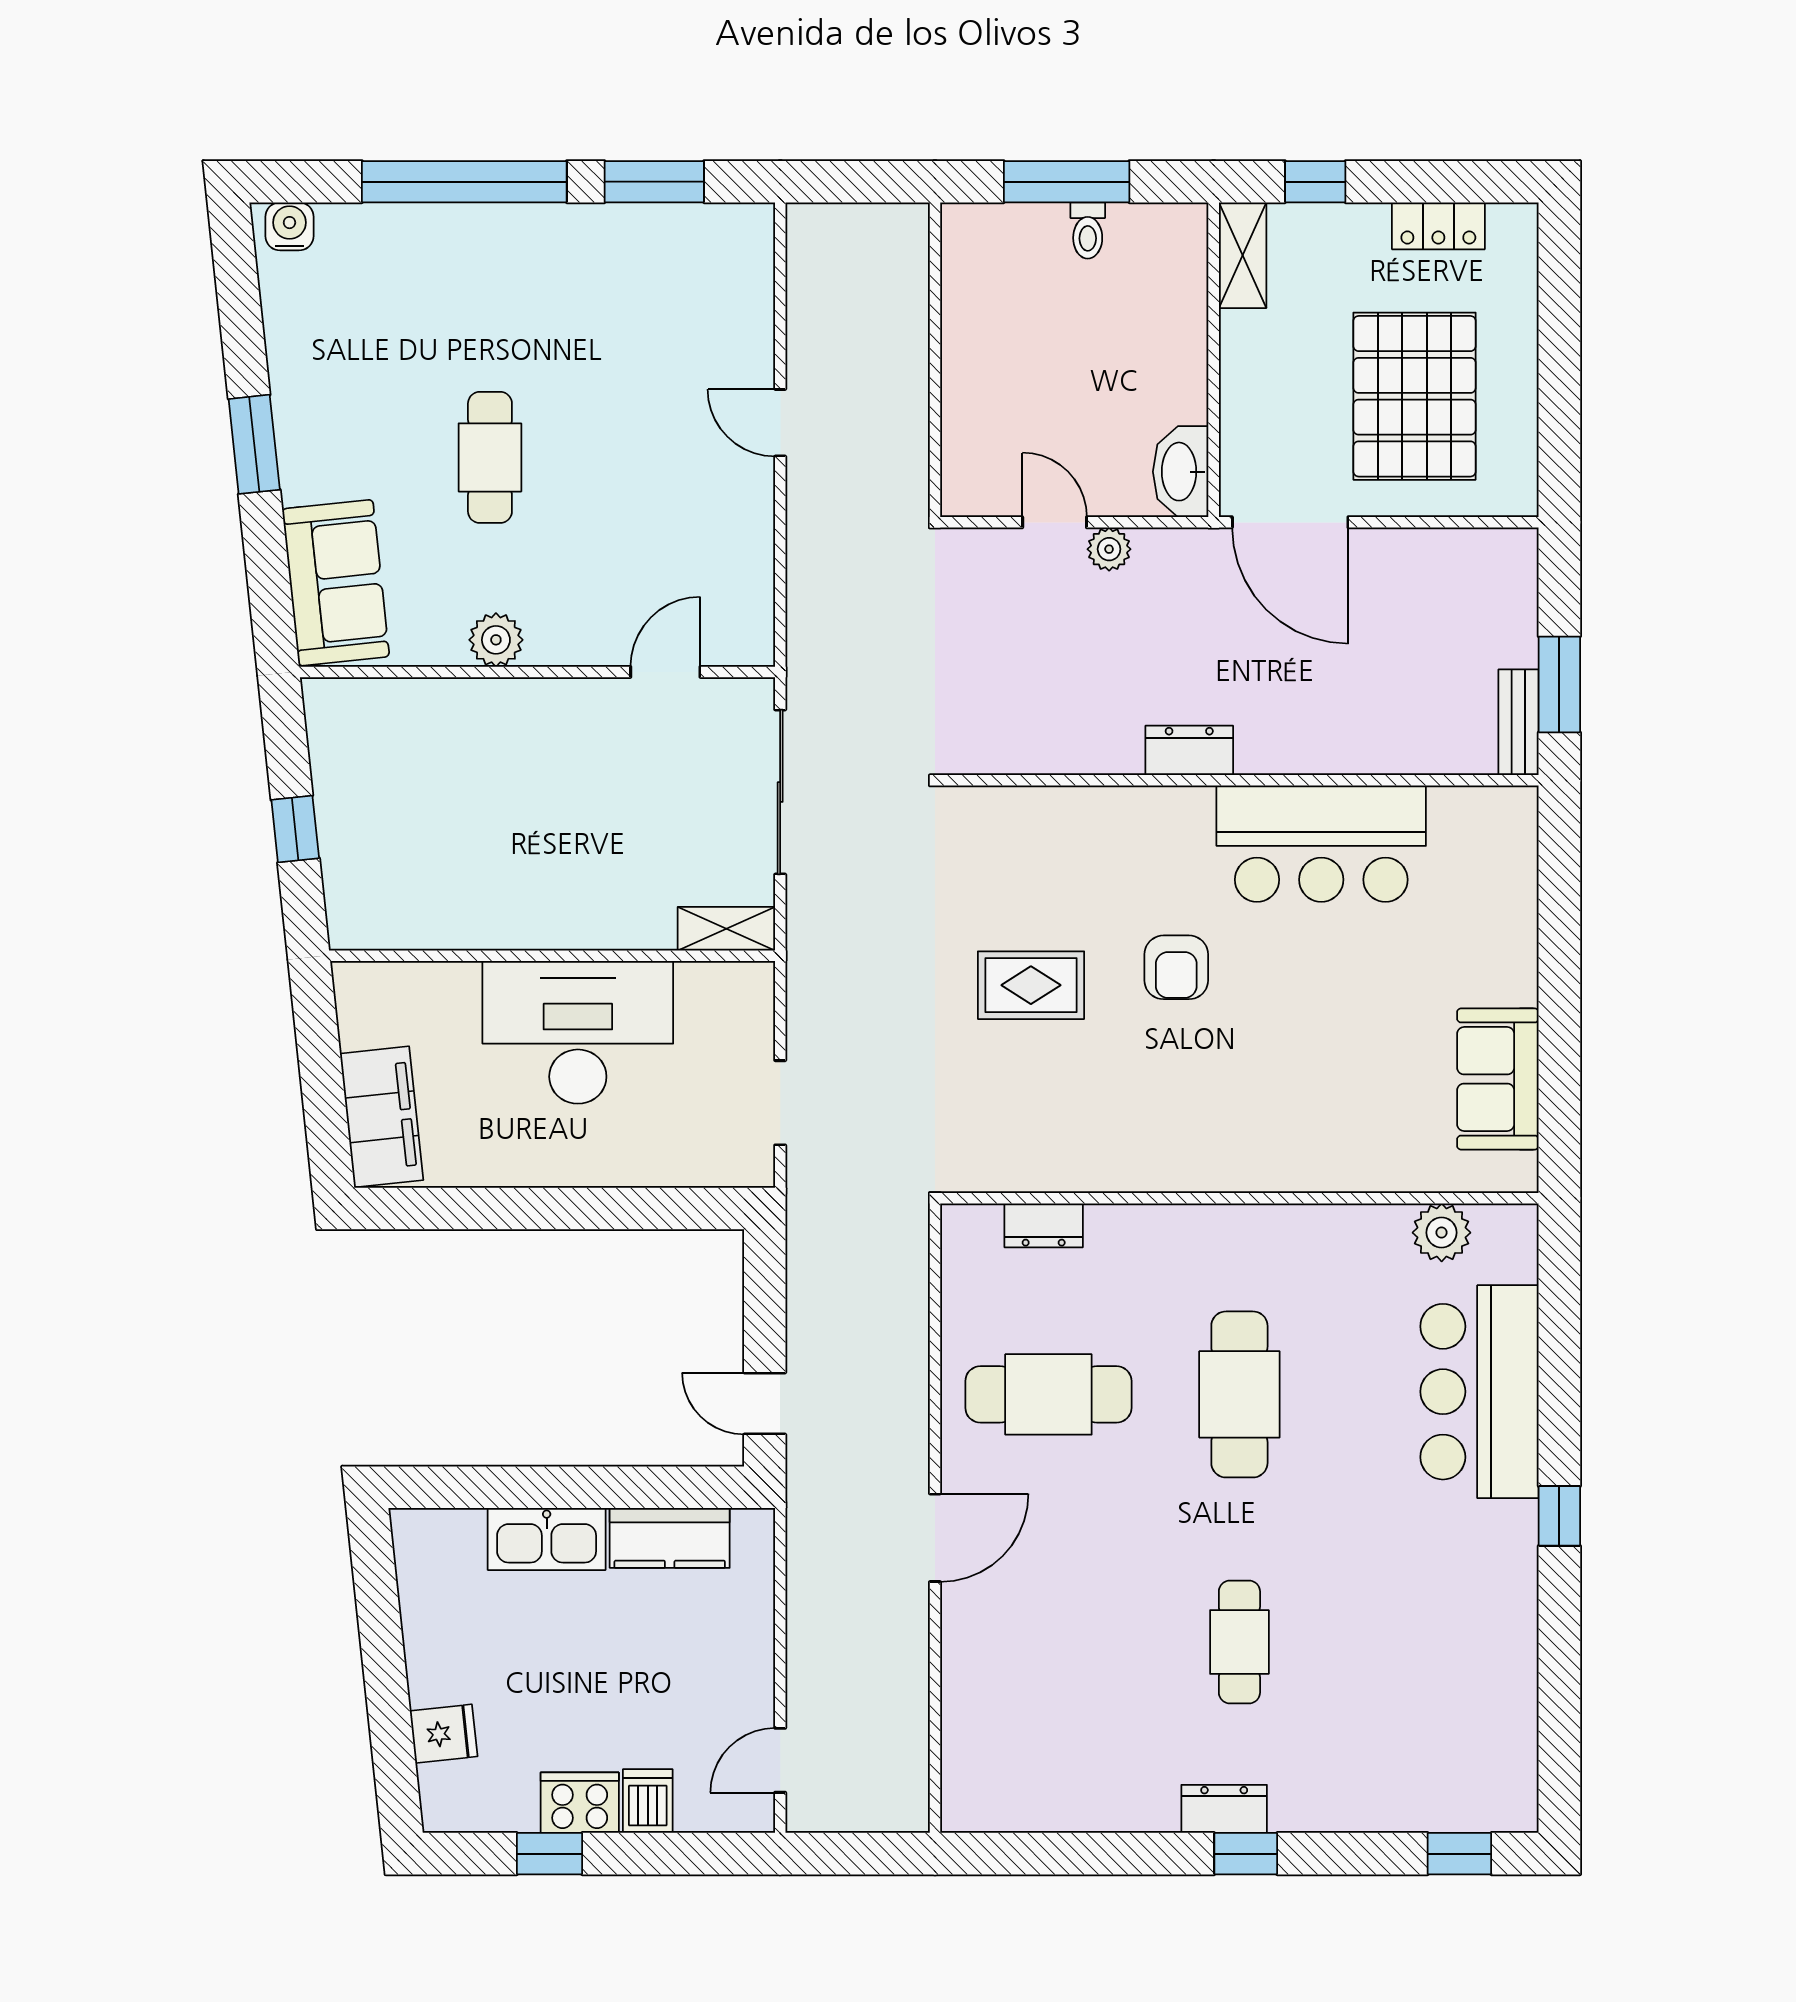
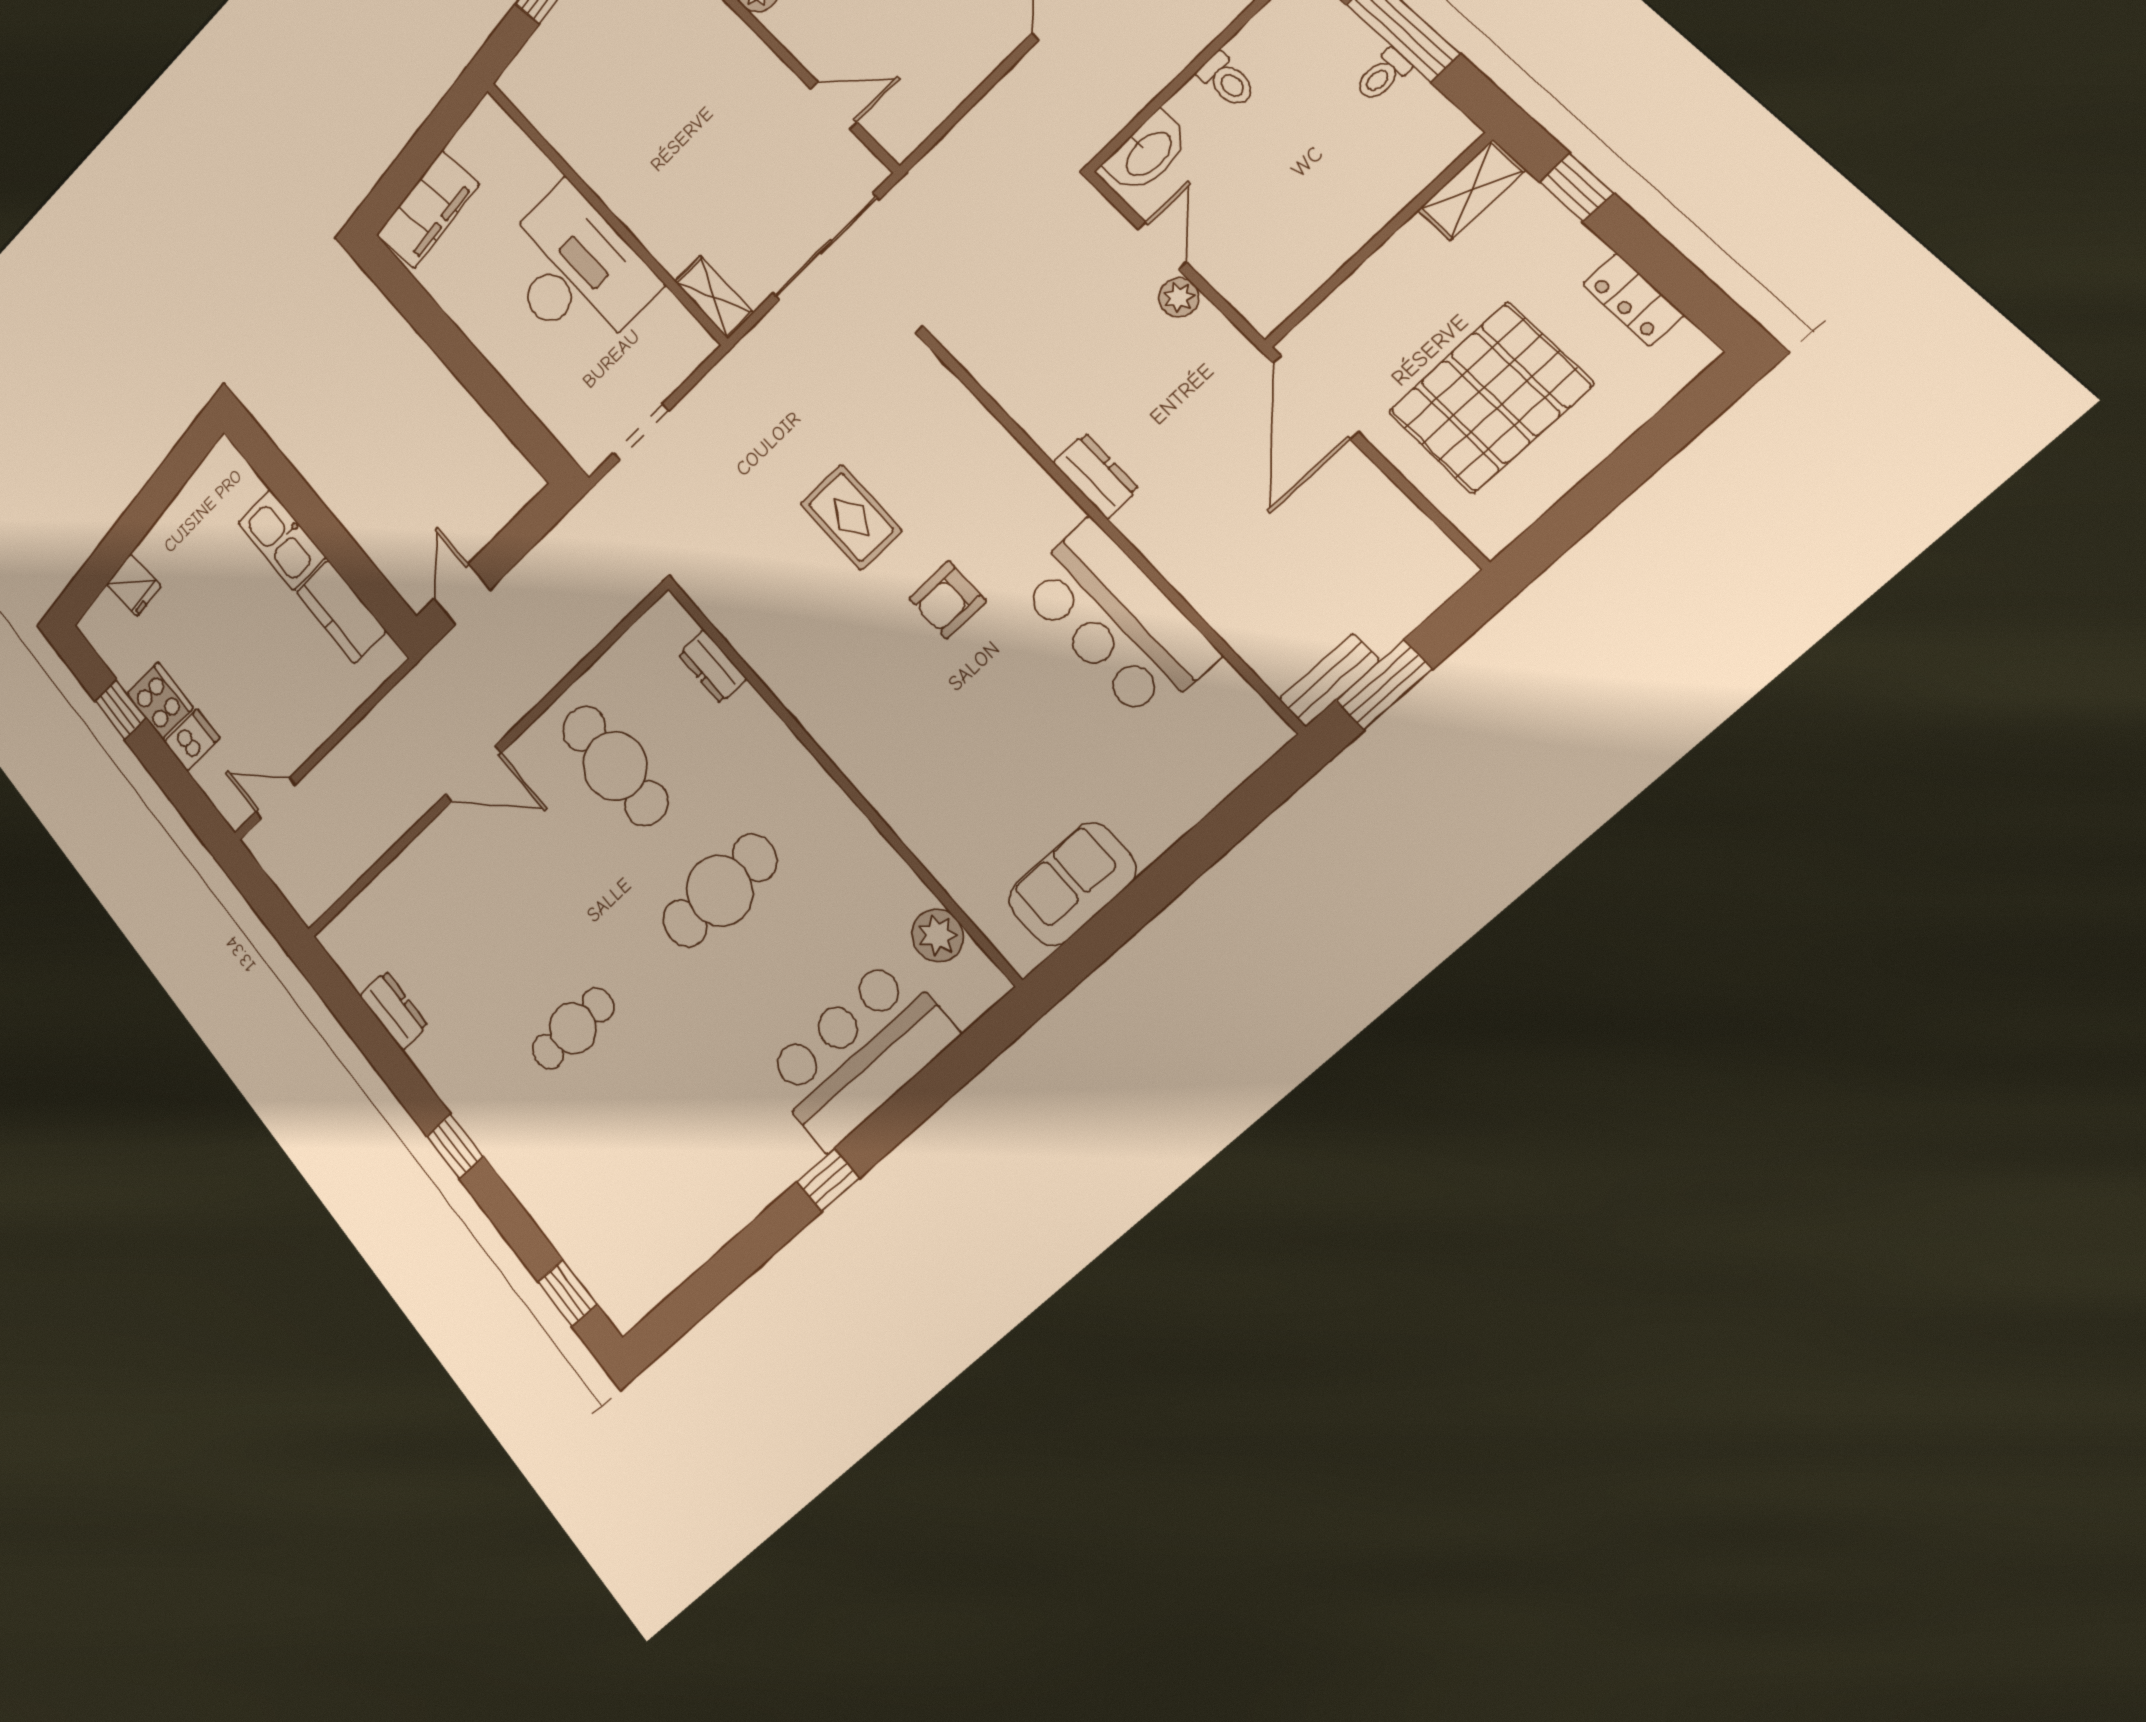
toilet: (971, 346) -> (1227, 80), added
washbasin: (1181, 472) -> (1148, 153), moved, turned 180
dresser: (1224, 1809) -> (394, 1011), moved

